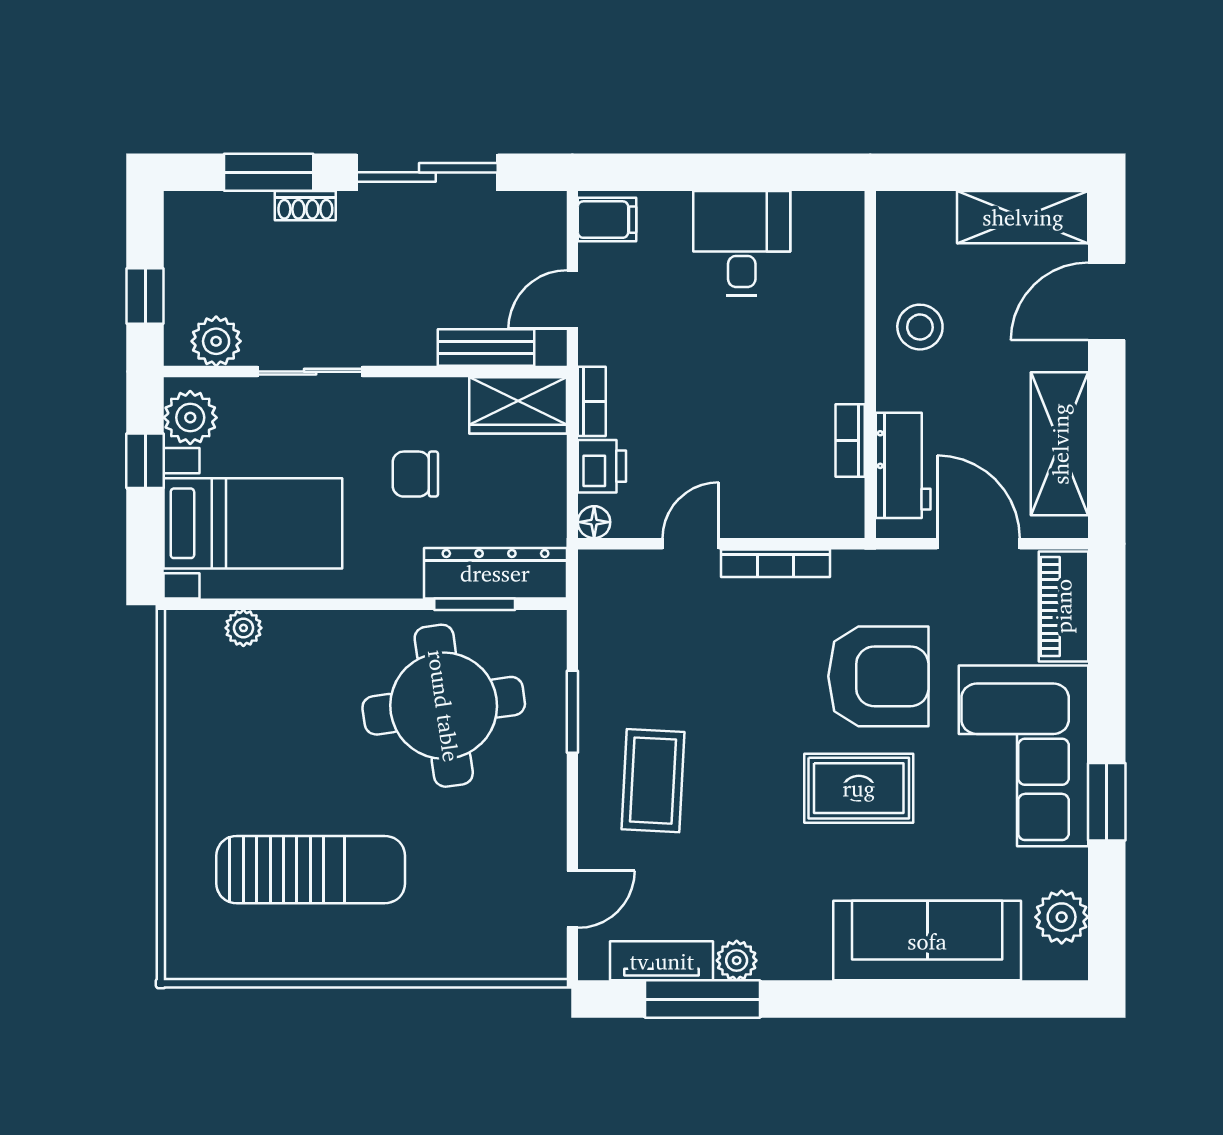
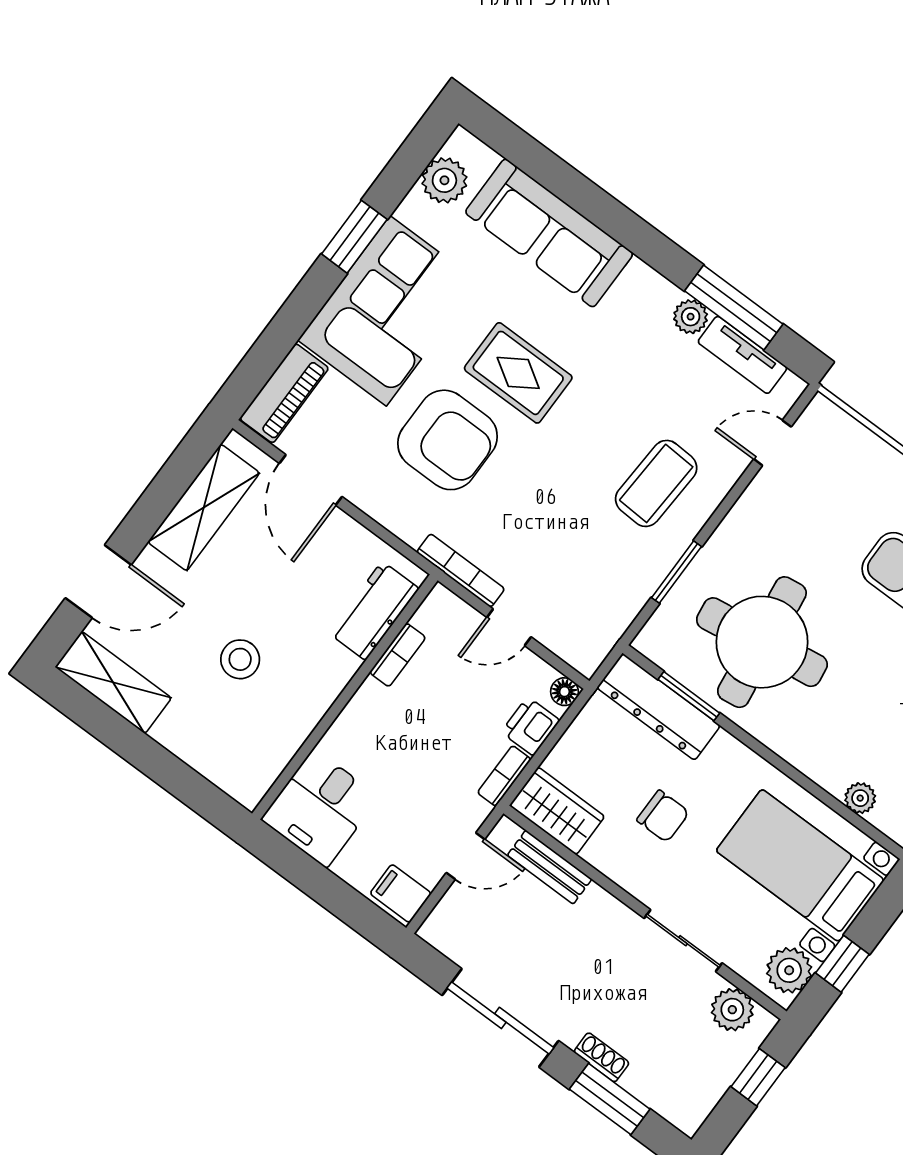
wall: (870, 365) -> (345, 697), moved
bookcase: (850, 441) -> (398, 655), moved
workbench: (903, 465) -> (374, 611), moved
armchair: (878, 676) -> (448, 440), turned 180

